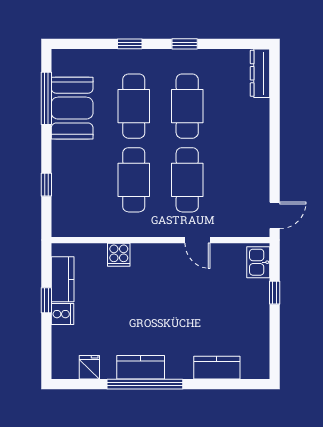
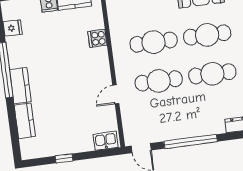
window: (275, 148) -> (191, 142), added
window: (275, 293) -> (64, 158), moved
kitchen counter: (141, 367) -> (20, 86), moved

